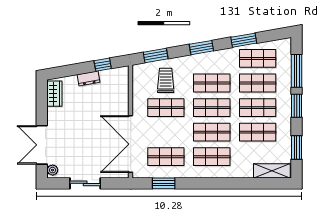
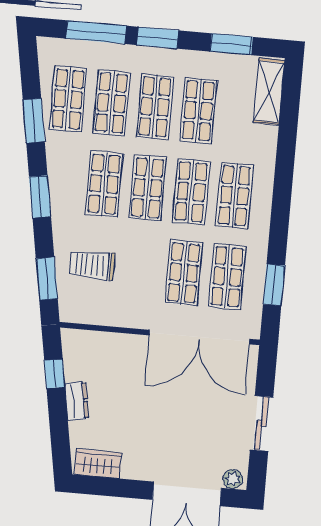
shop shelf: (166, 108) -> (184, 273), moved

